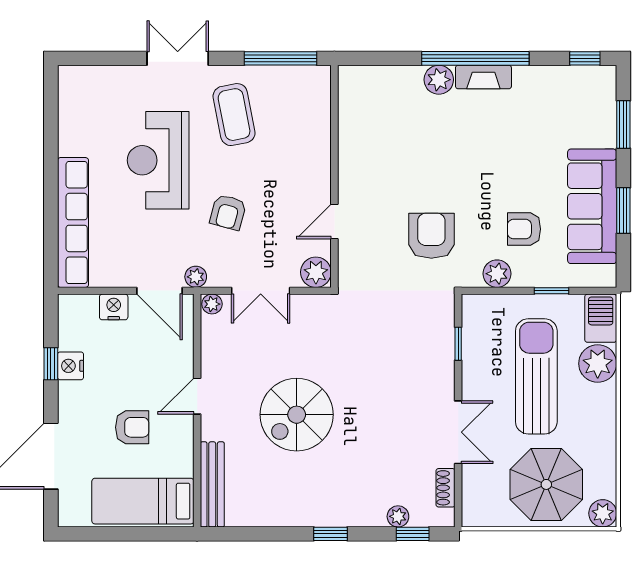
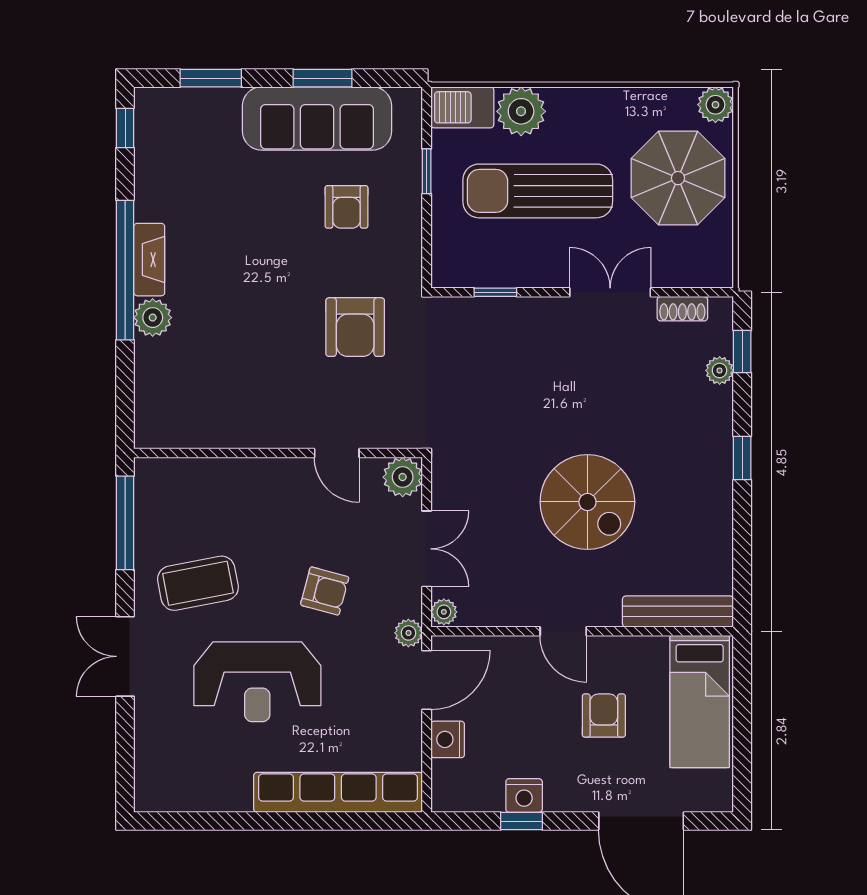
armchair: (431, 236) -> (355, 327), turned -90
plant: (497, 274) -> (404, 242), removed

